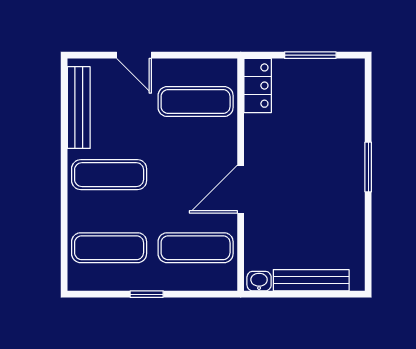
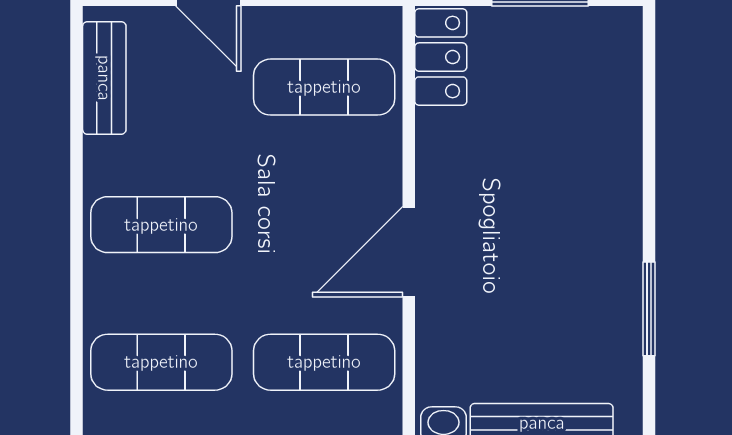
bench: (79, 108) -> (104, 78), width x0.73
window: (368, 167) -> (649, 309), moved

